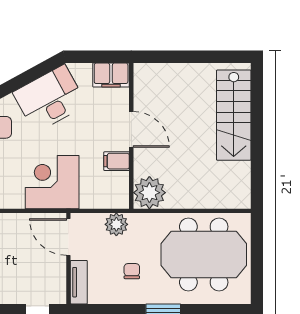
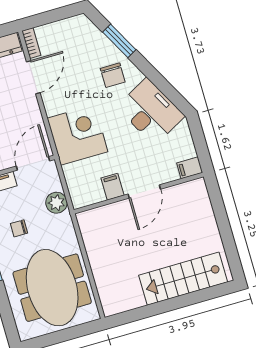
filing cabinet: (111, 75) -> (190, 168), width x0.50
plant: (149, 193) -> (93, 224), removed
chair: (132, 271) -> (19, 228), turned 180

